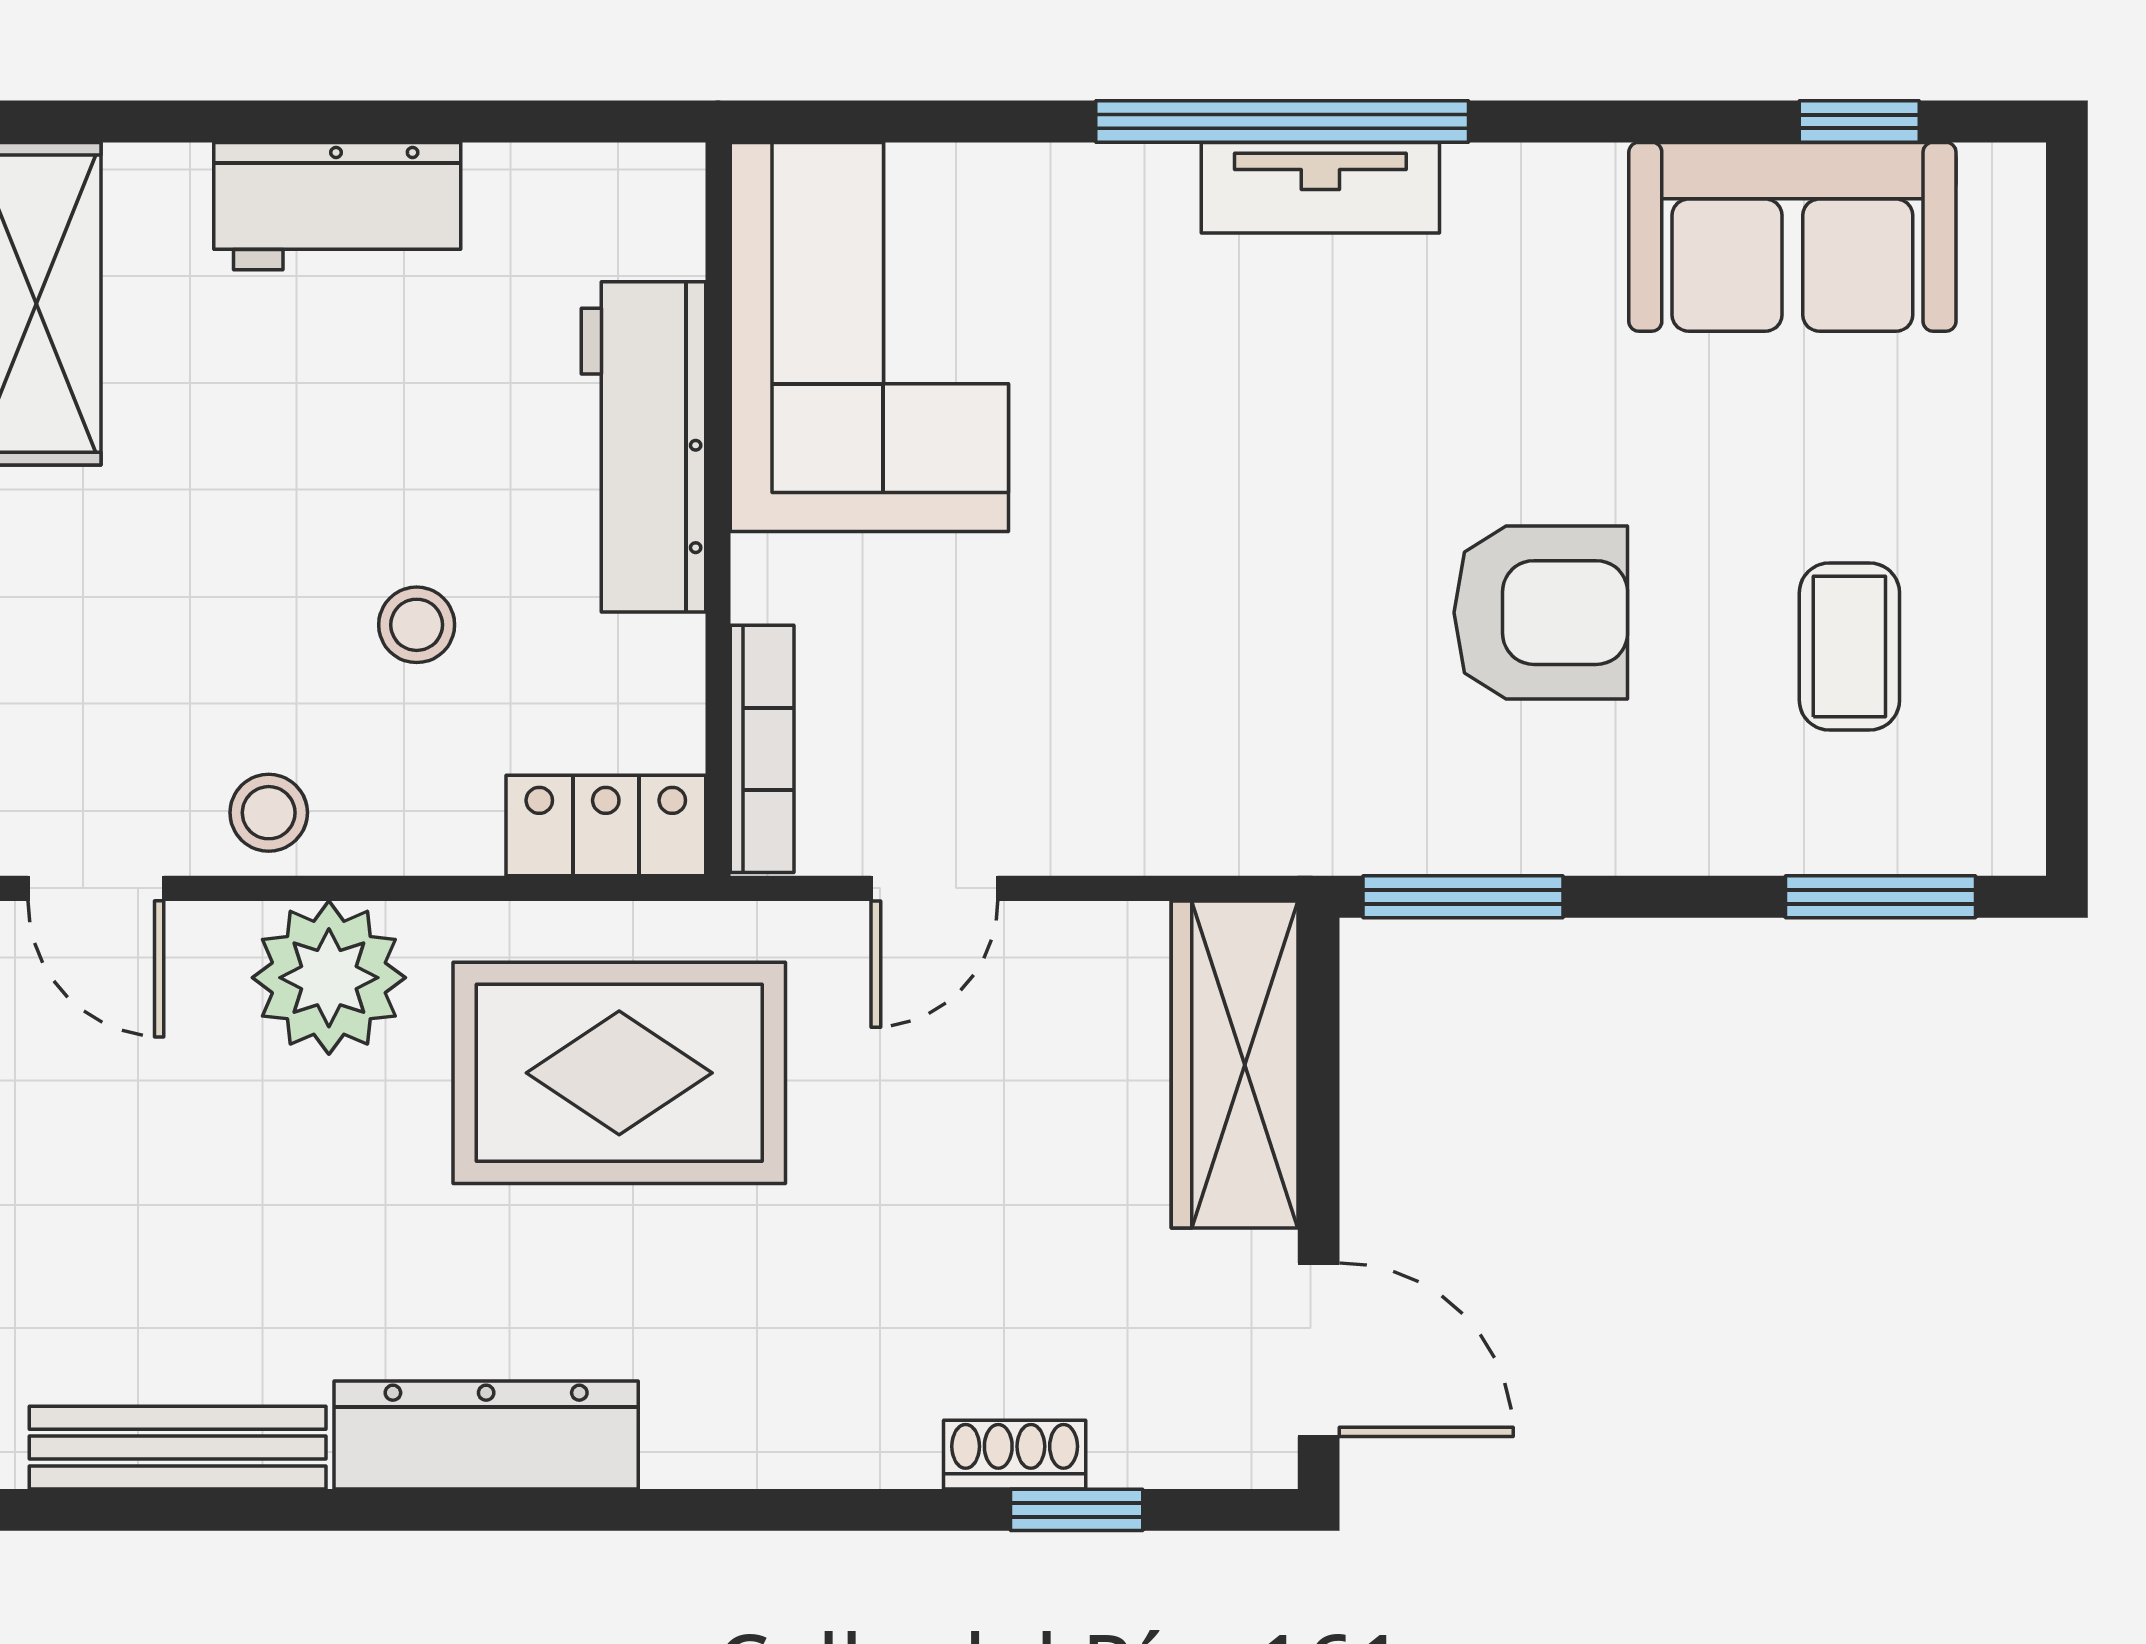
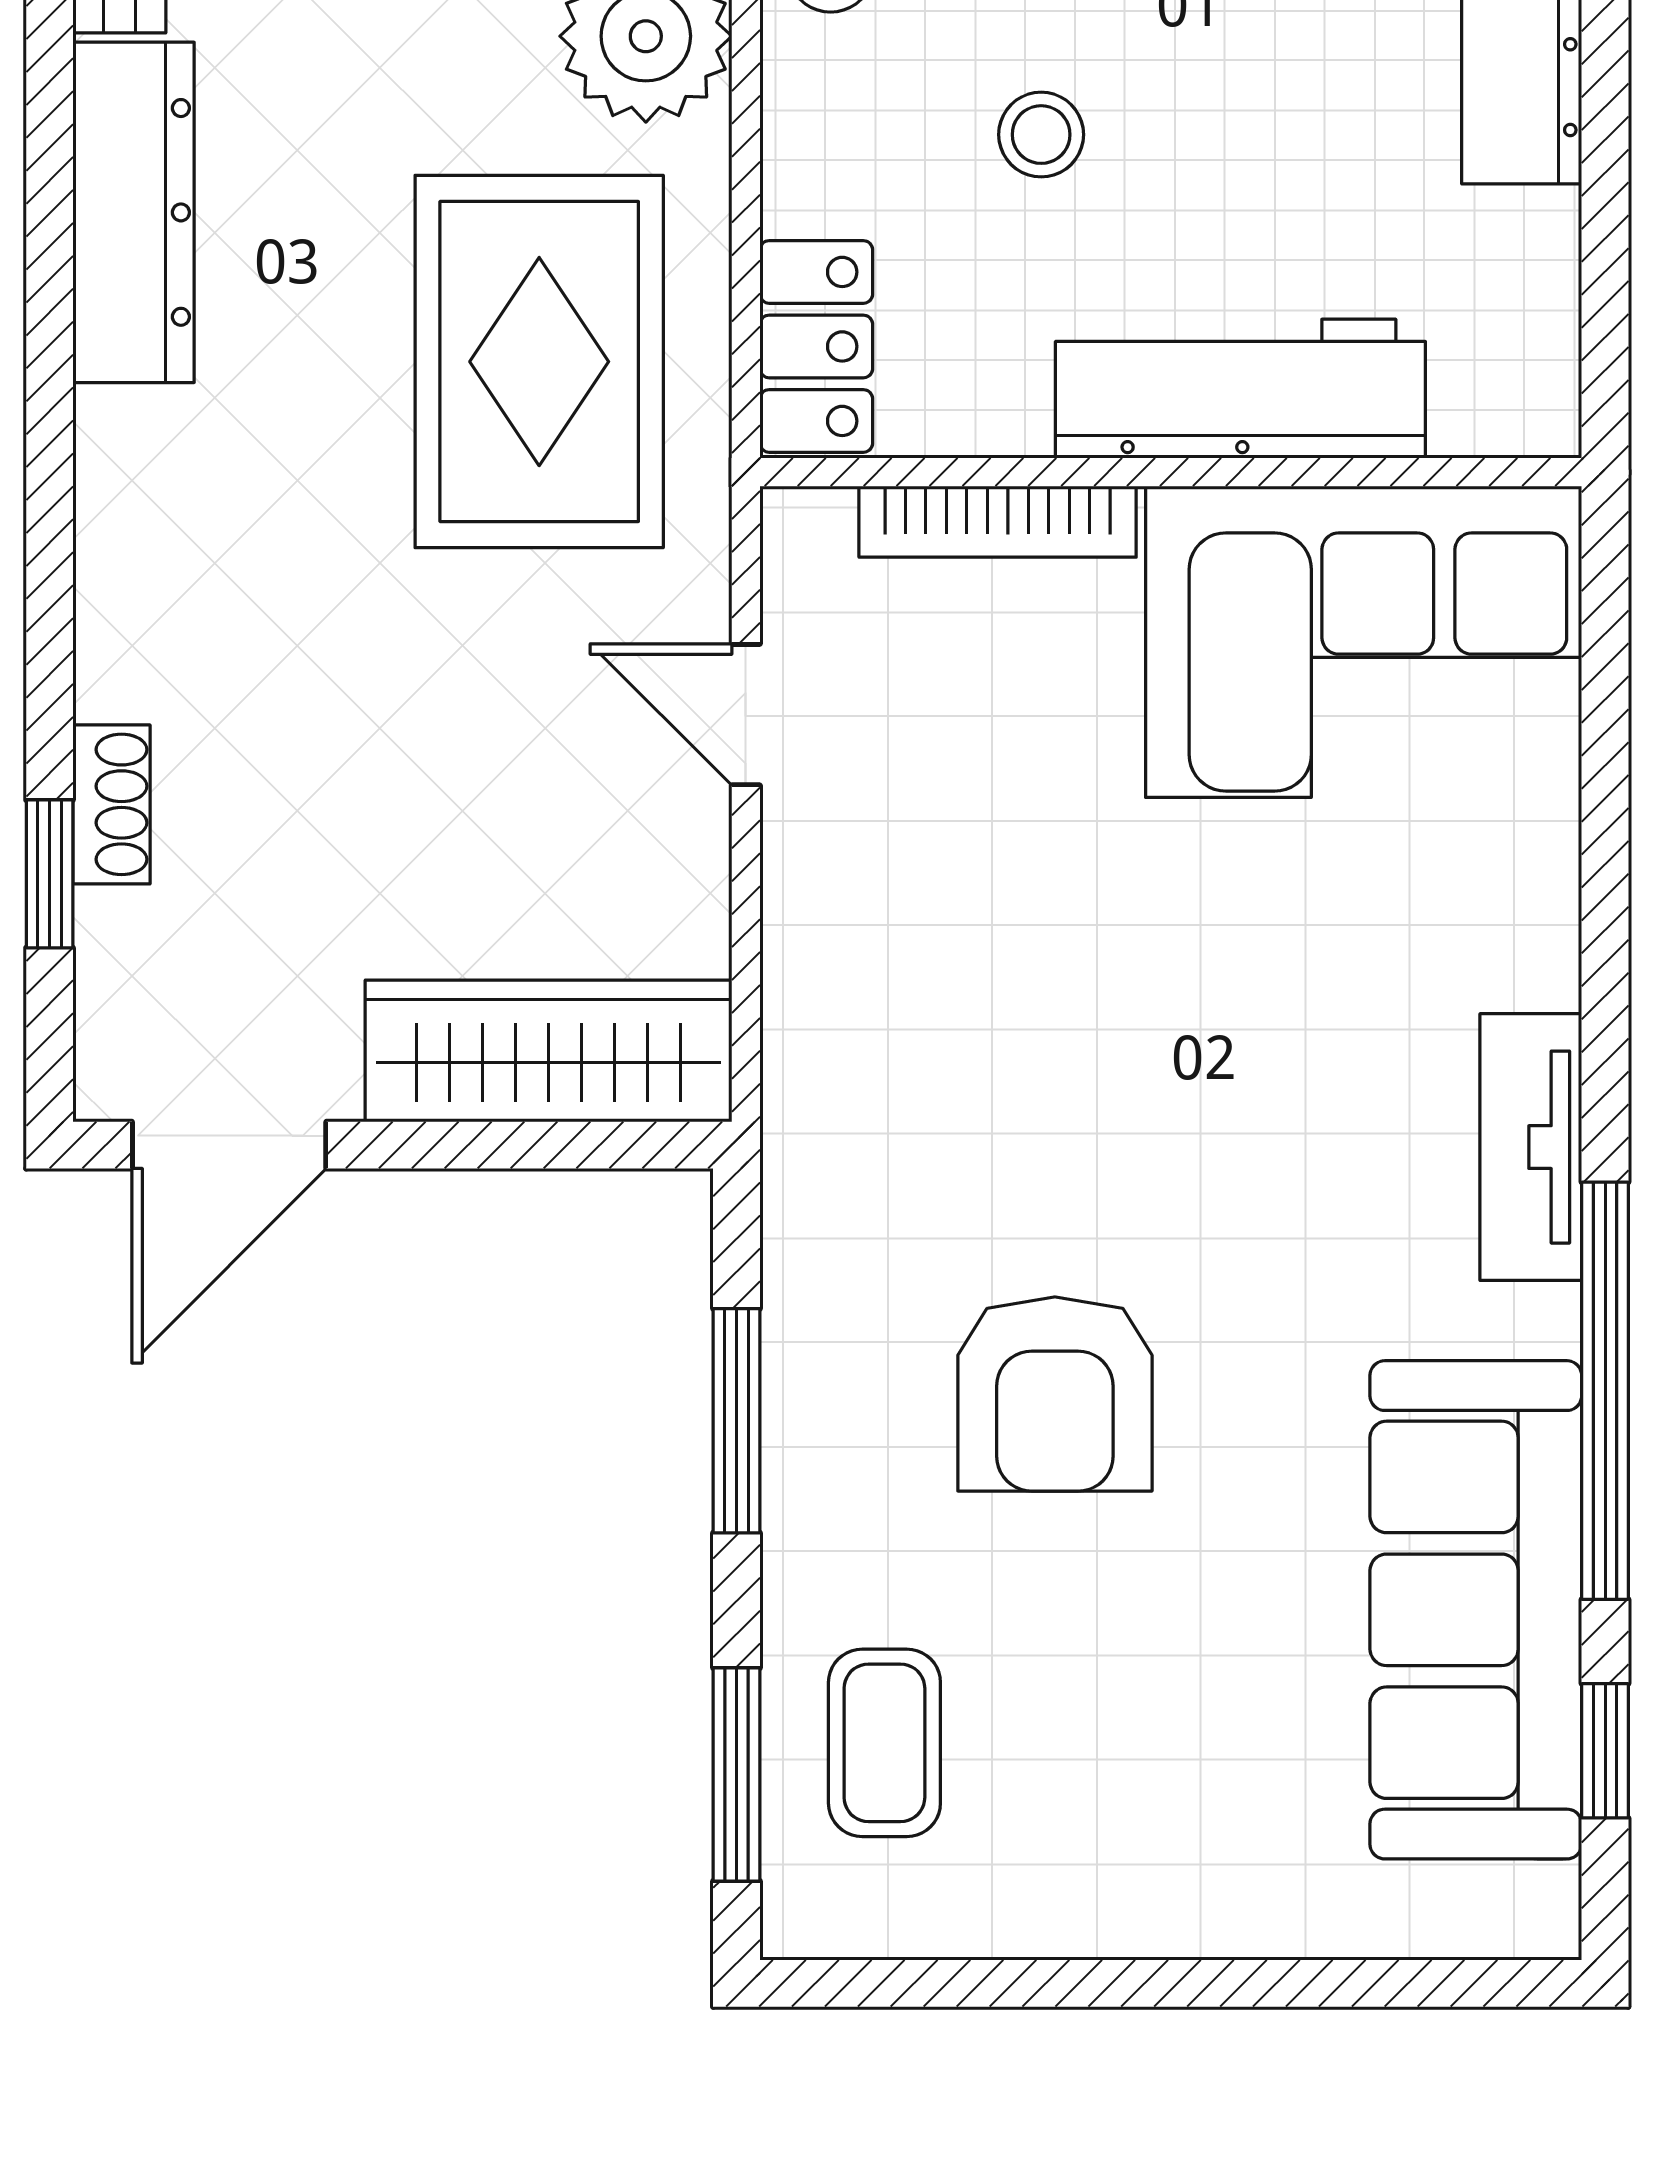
window: (1282, 121) -> (1605, 1391), moved
sofa: (1792, 237) -> (1476, 1610), width x1.36
coffee table: (1849, 646) -> (884, 1743), moved, turned 90
bookcase: (762, 749) -> (998, 522), moved
window: (1463, 897) -> (736, 1421), moved

